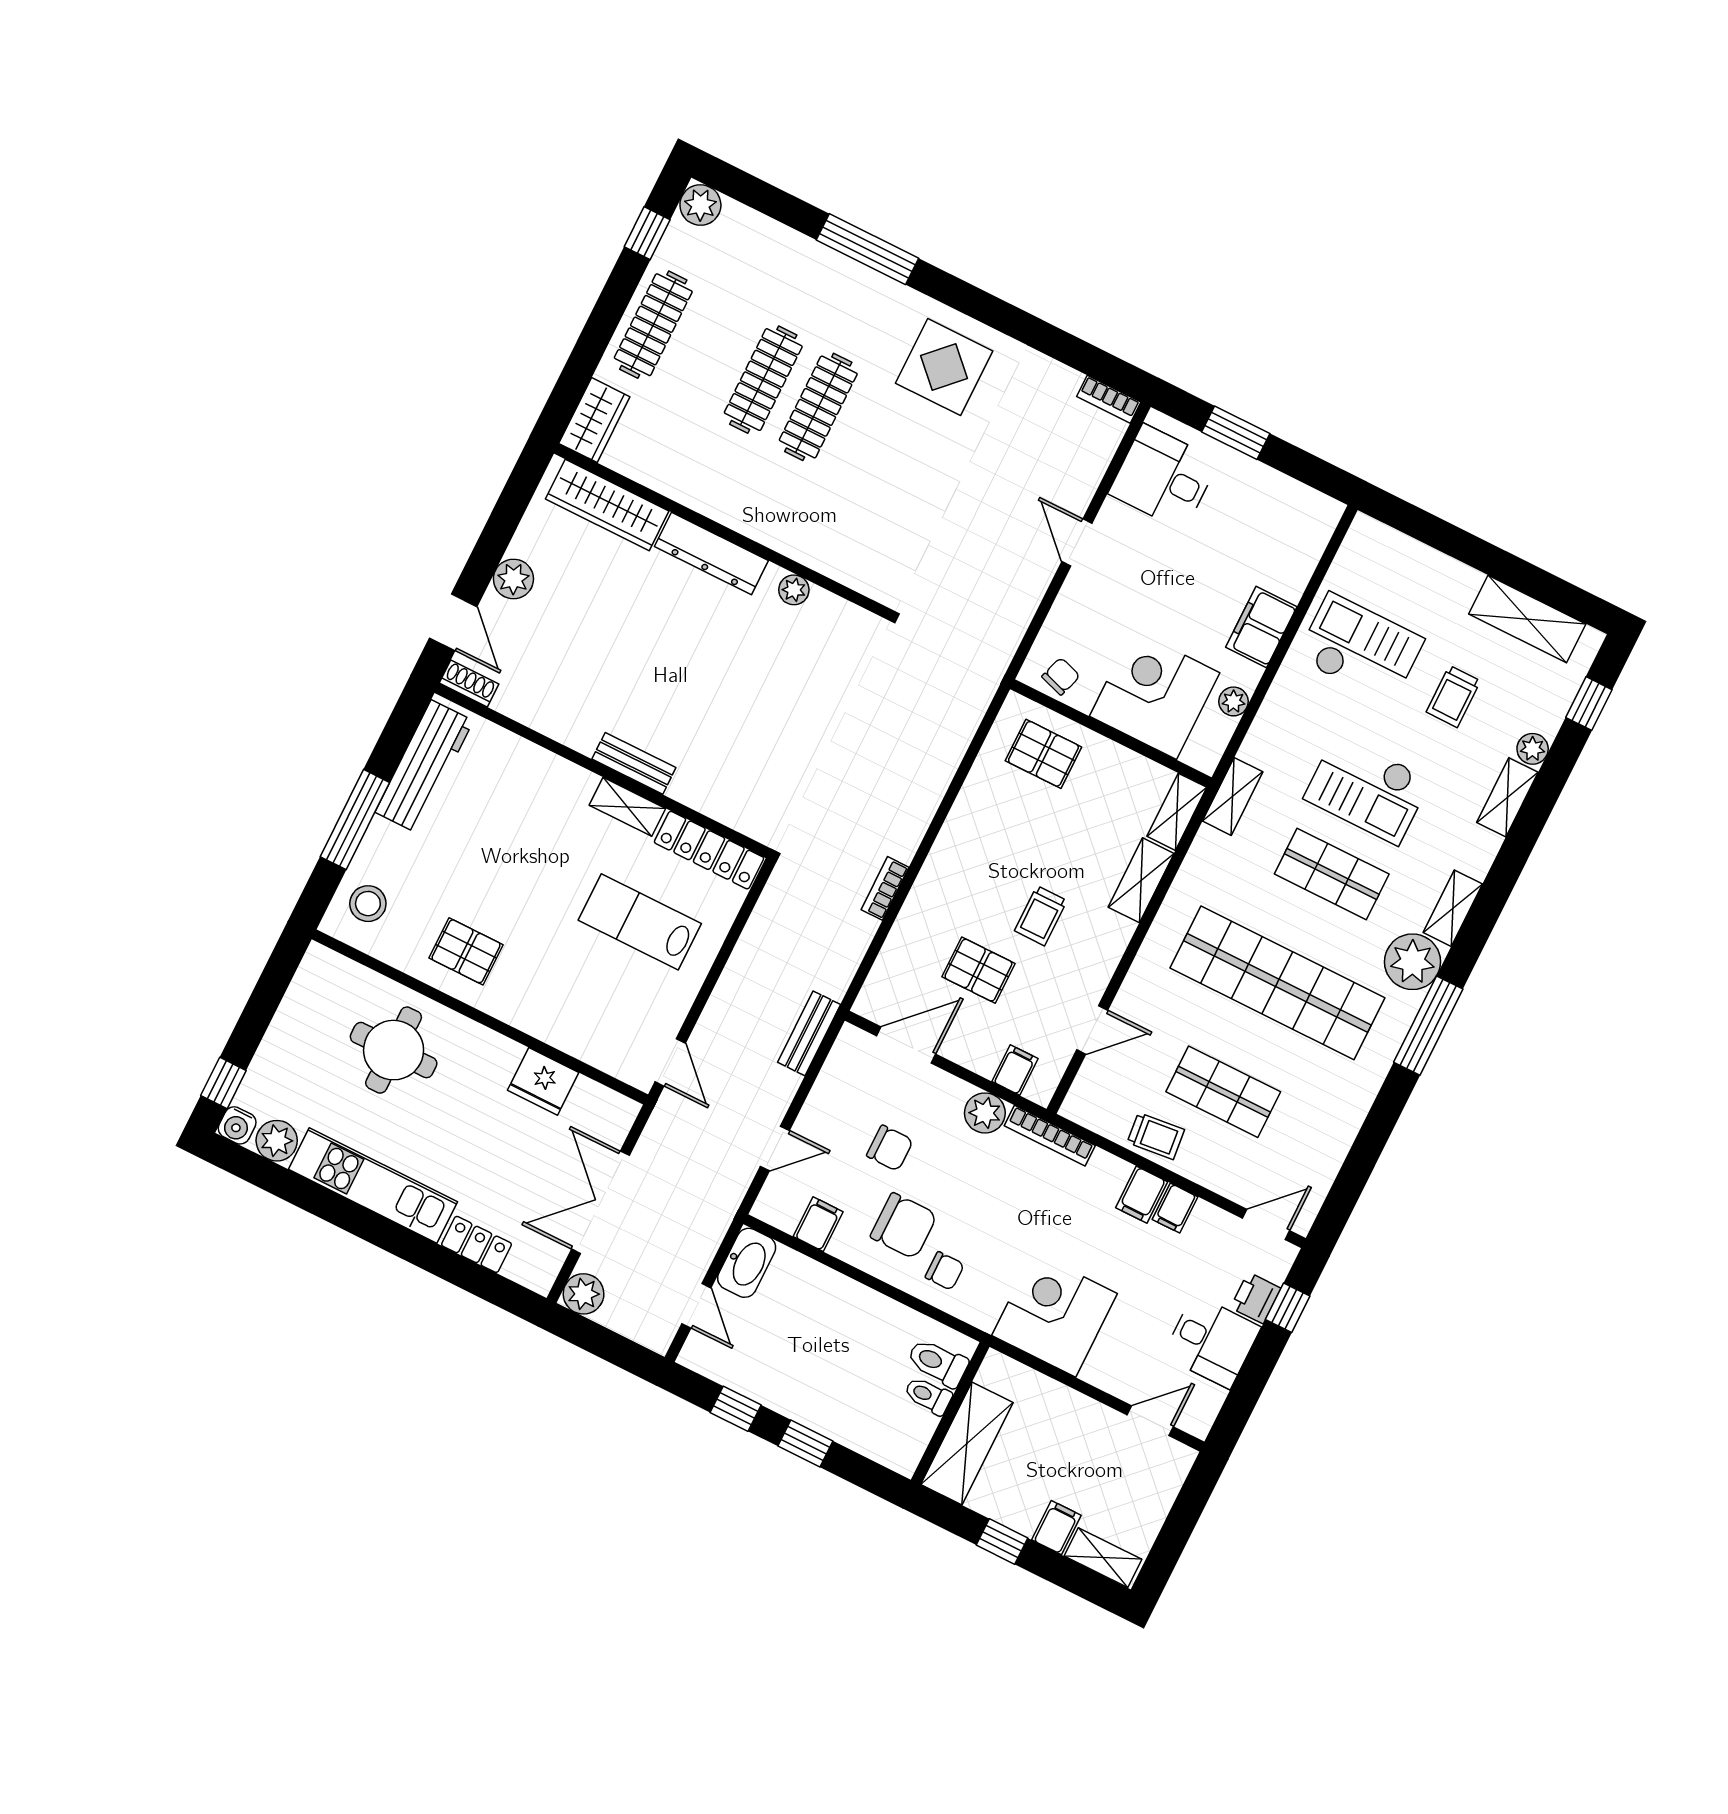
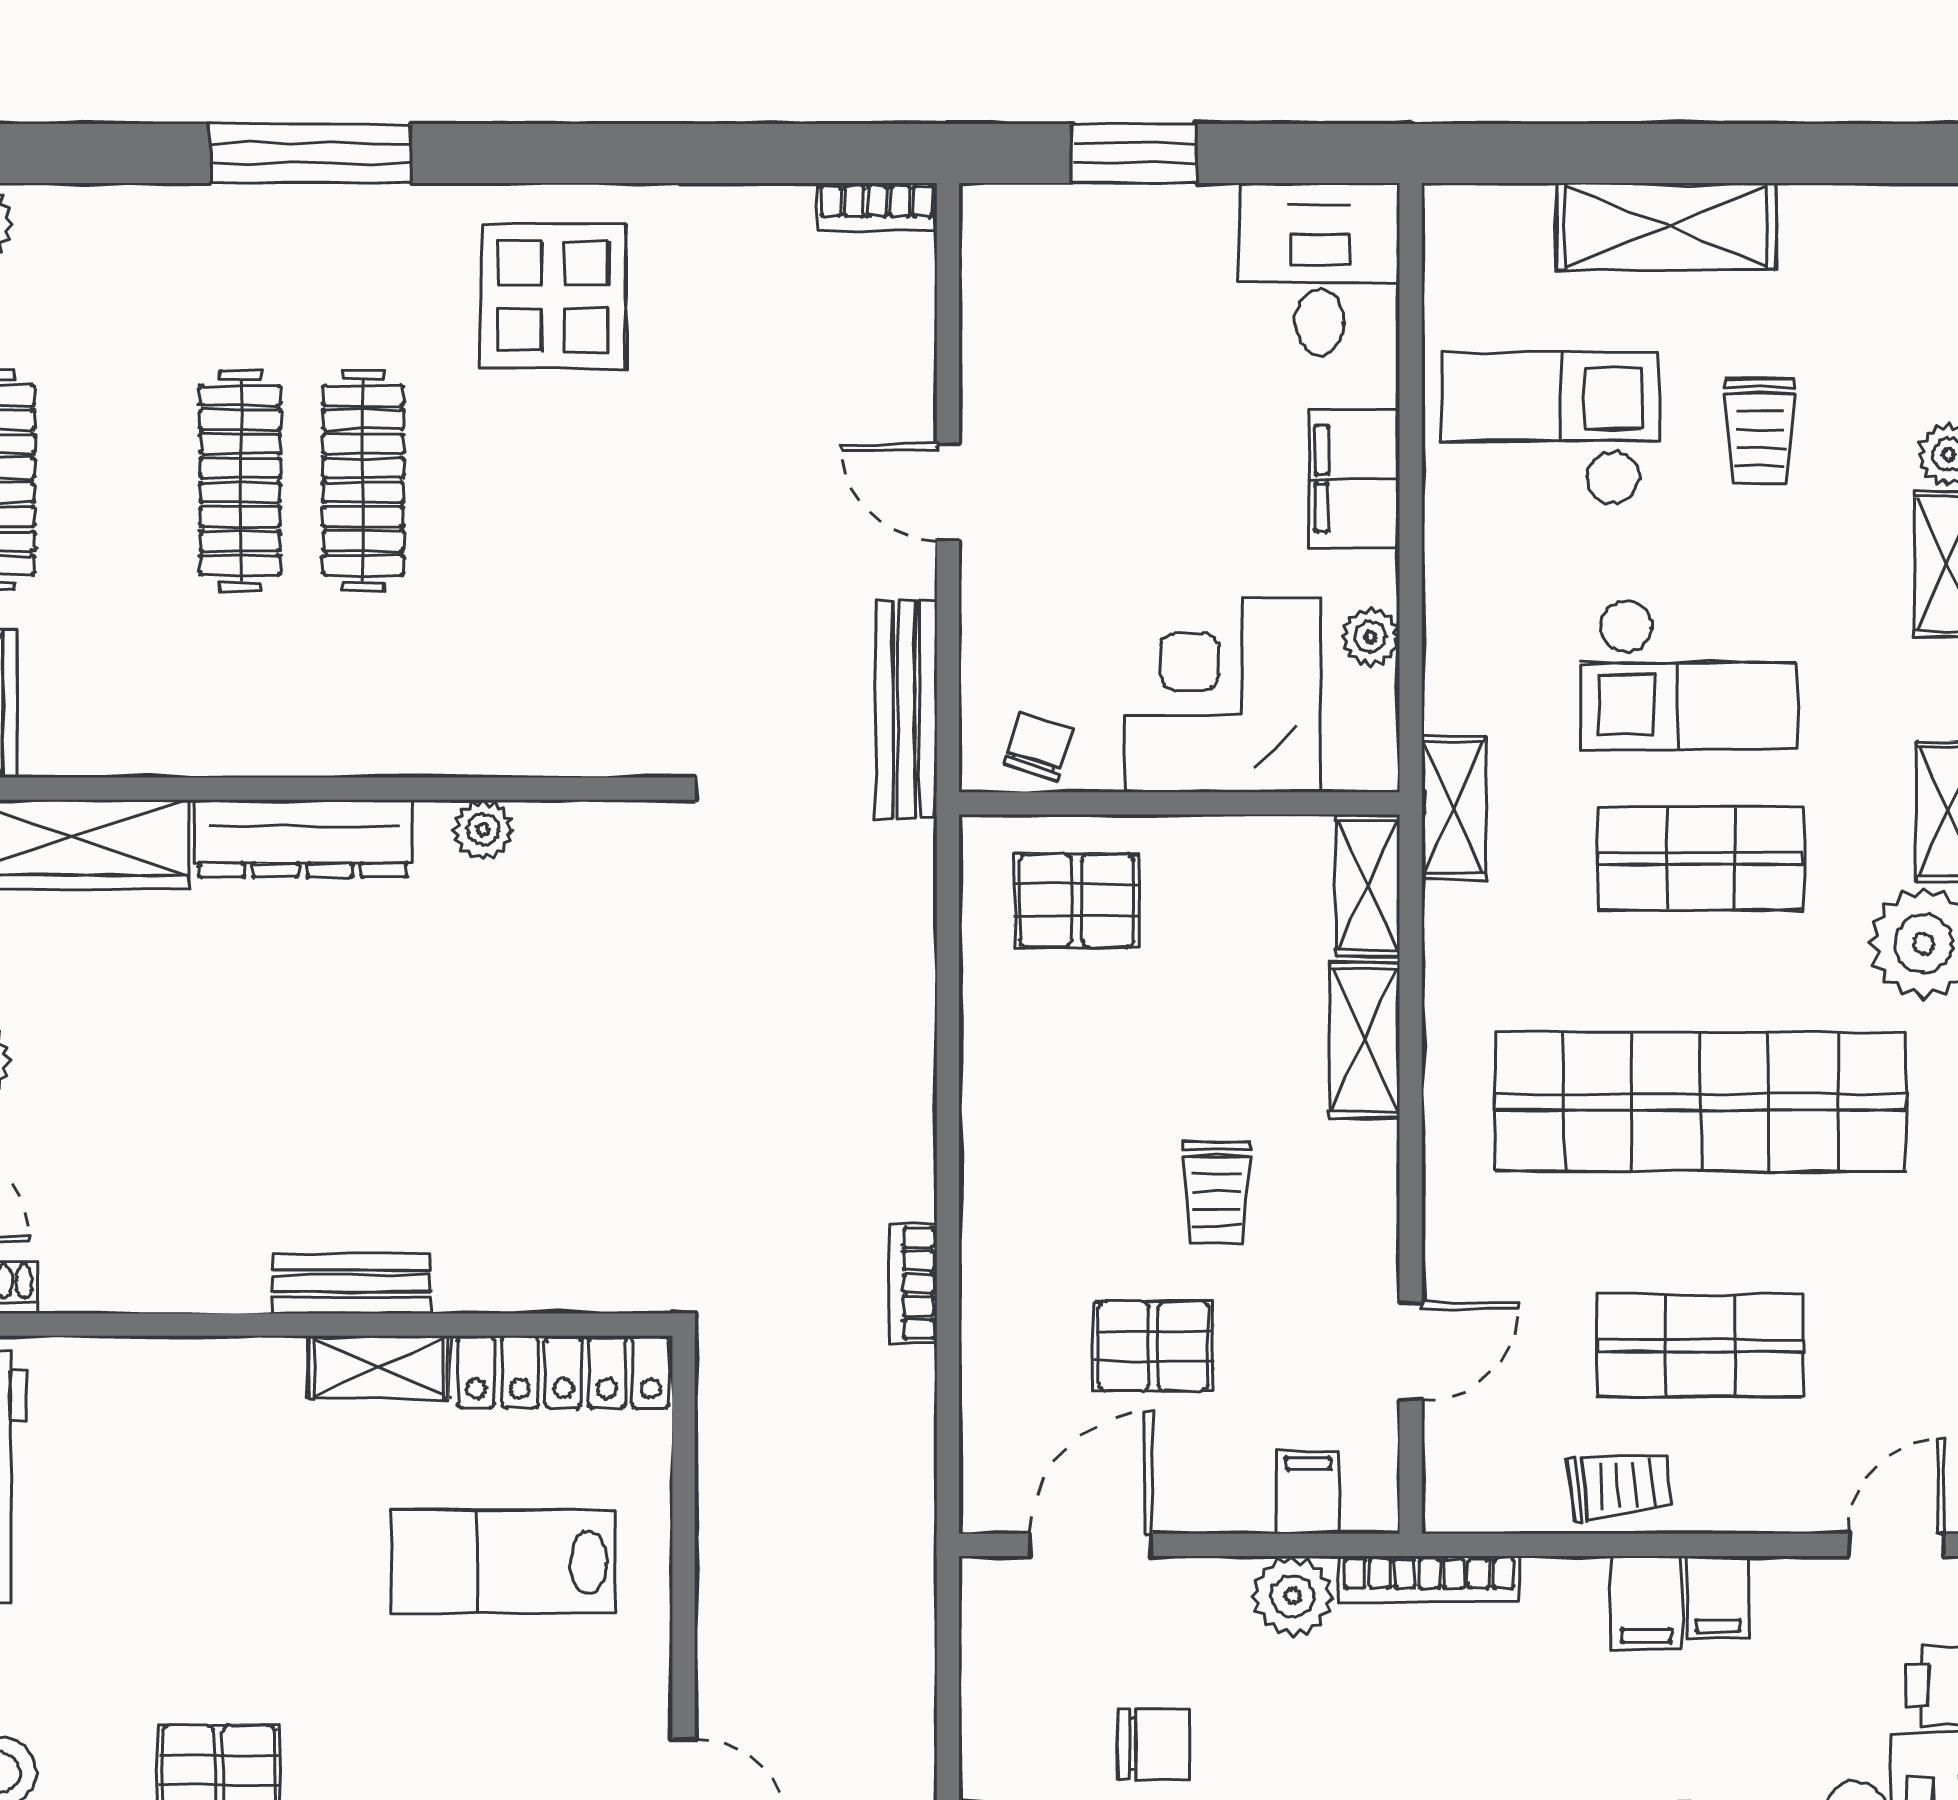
desk: (1164, 477) -> (1320, 269), moved, turned 90
shelving: (1527, 619) -> (1666, 226), moved
bench: (809, 1033) -> (906, 709), moved, width x1.36

